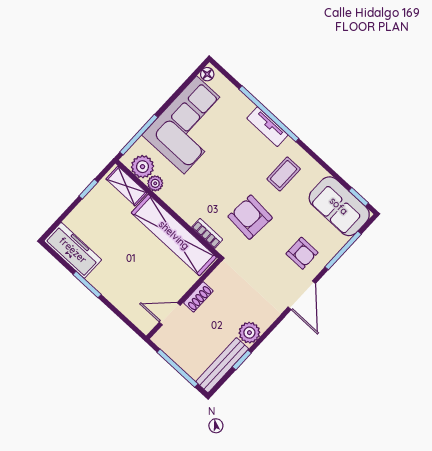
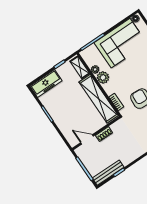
plant: (143, 167) -> (103, 78), moved
freezer: (73, 250) -> (46, 83), moved, turned 90
plant: (249, 333) -> (126, 159), removed

